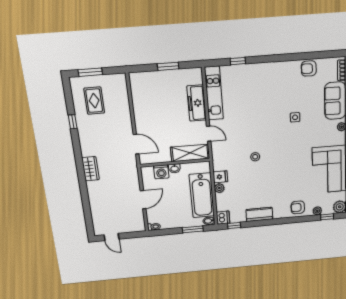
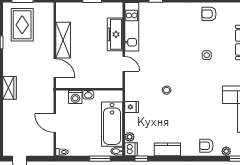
armchair: (309, 69) -> (209, 14), moved
rug: (94, 101) -> (22, 25), width x1.36, depth x1.43
shelving: (190, 153) -> (63, 40), moved, turned 90
plant: (219, 188) -> (130, 137), moved
door: (143, 200) -> (55, 123), swing flipped

